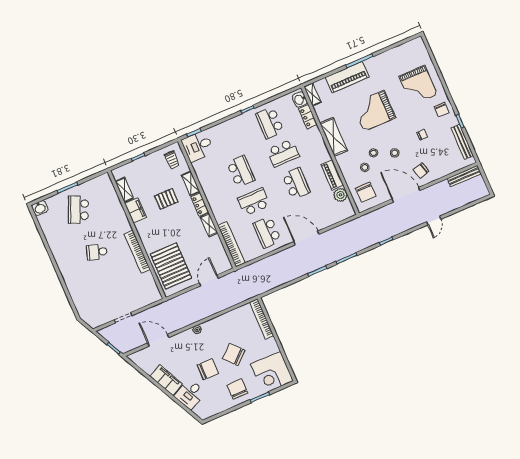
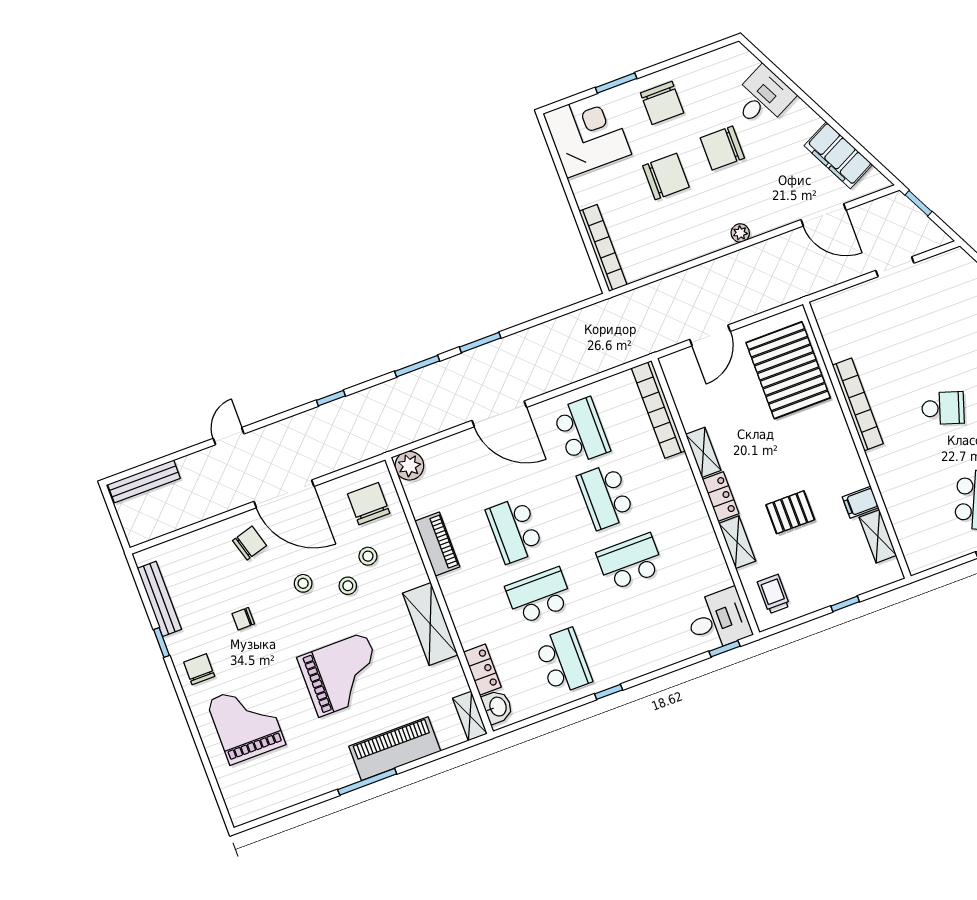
school desk: (241, 171) -> (630, 562), turned 90
bench: (464, 176) -> (144, 481), moved
plant: (340, 195) -> (409, 466), moved
school desk: (254, 202) -> (606, 496), turned 90
filing cabinet: (136, 210) -> (861, 502), width x0.50
chair: (234, 354) -> (666, 176), turned -48
filing cabinet: (166, 380) -> (838, 155), moved

